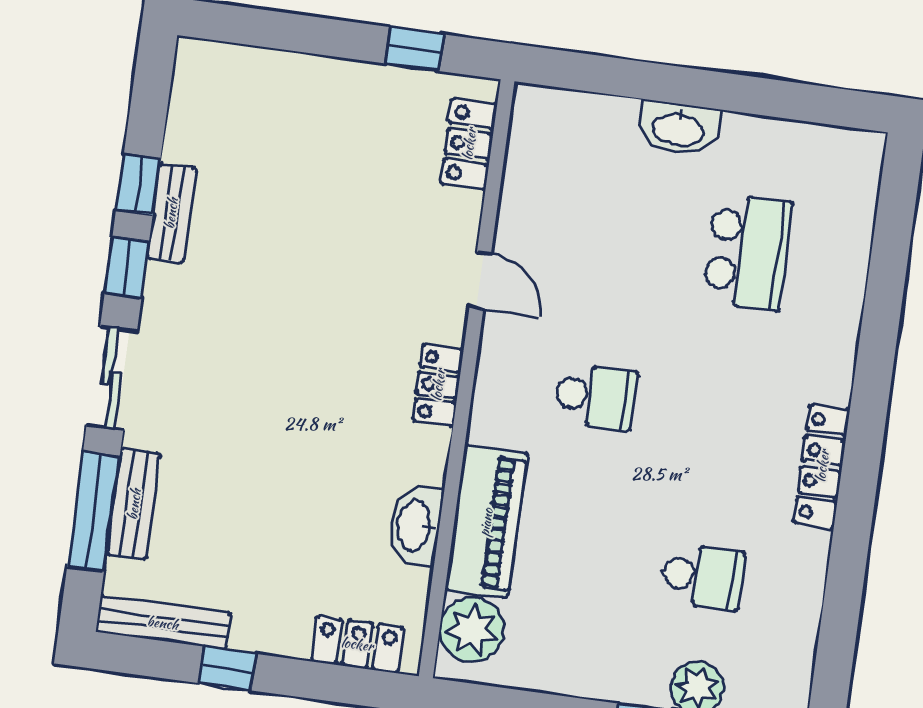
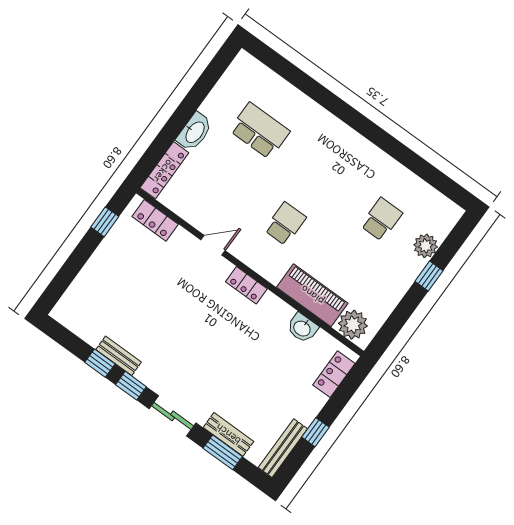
locker: (822, 466) -> (164, 170), moved, turned -90
window: (93, 512) -> (223, 452), width x0.69
washbasin: (415, 525) -> (302, 328), width x0.72

